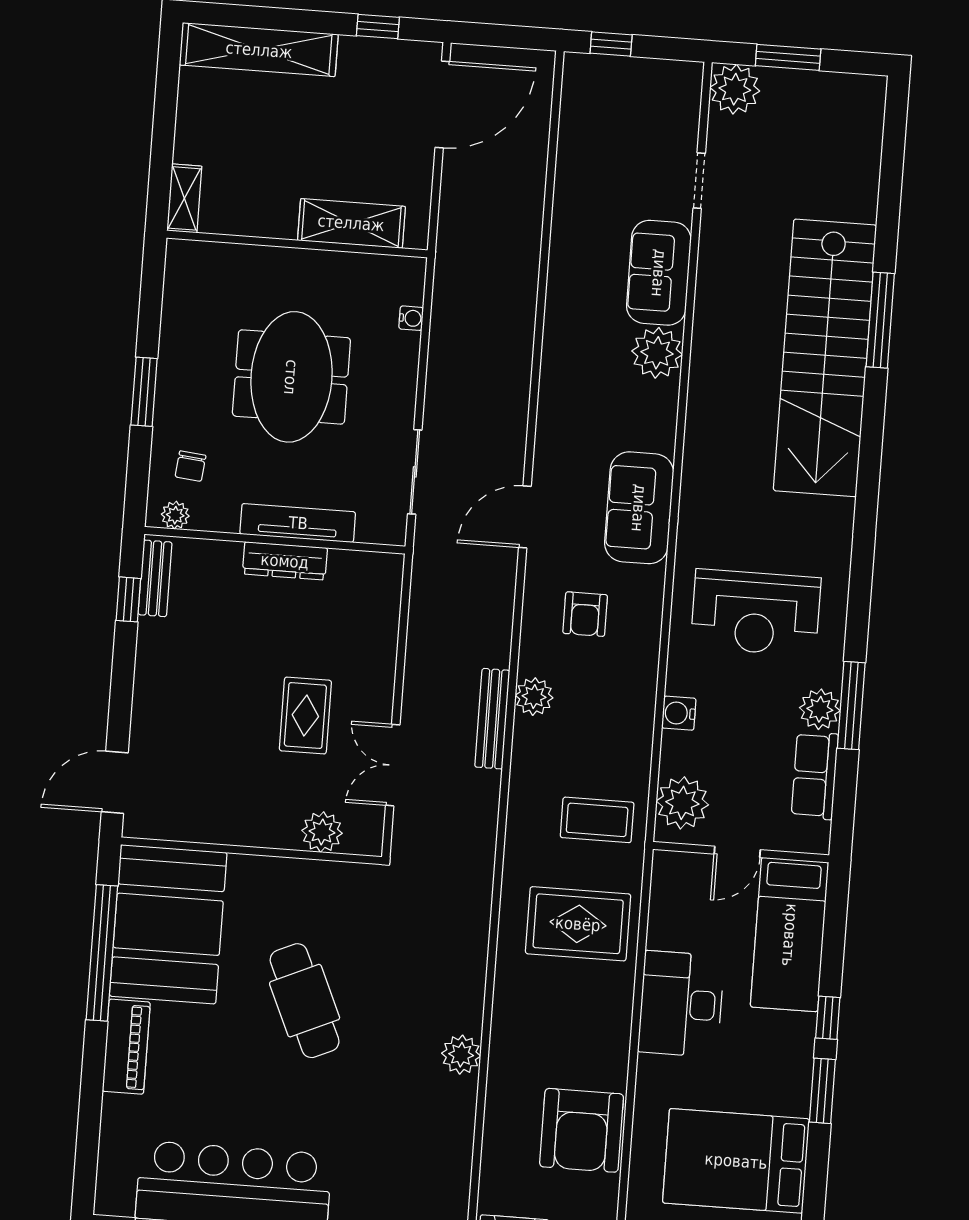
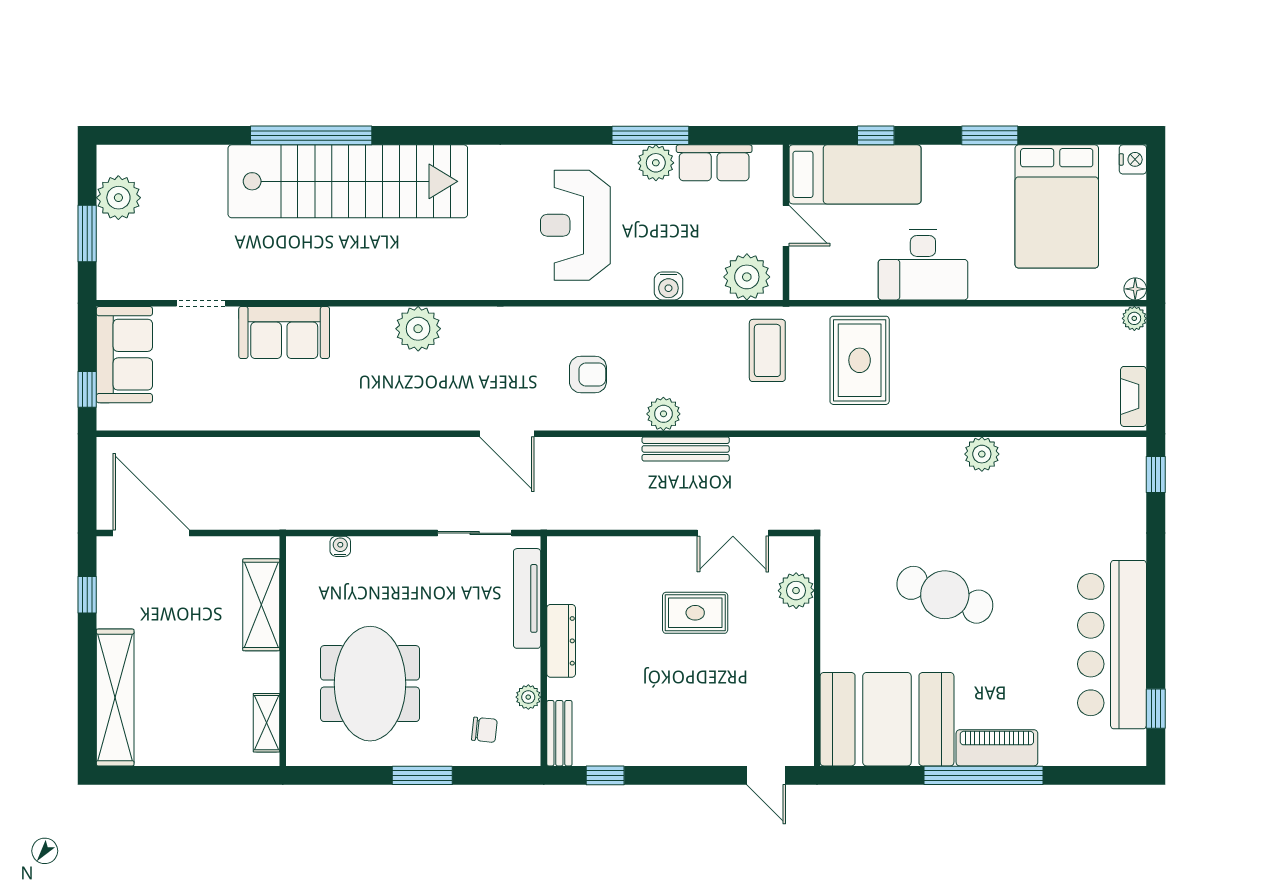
plant: (735, 89) -> (118, 198), moved
shelving: (184, 198) -> (266, 723), moved, turned 90
window: (880, 320) -> (311, 135), width x1.46
plant: (657, 353) -> (418, 329), moved
meeting table: (291, 377) -> (370, 684), moved, turned 90
sofa: (639, 508) -> (124, 355), moved, turned -90
plant: (175, 515) -> (528, 697), moved
tv unit: (298, 523) -> (527, 598), moved
bench: (155, 578) -> (559, 733), moved, turned 90
reception desk: (756, 613) -> (575, 225), turned 180
door: (115, 782) -> (766, 775), width x0.73
window: (102, 953) -> (983, 775), moved
cafe table: (305, 1001) -> (945, 595), turned 44
window: (828, 1018) -> (876, 135), moved
armchair: (582, 1130) -> (1040, 344), removed

